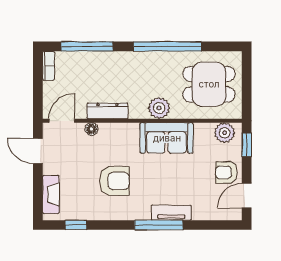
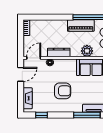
window: (87, 46) -> (48, 17), removed
piano: (148, 62) -> (81, 26), added
door: (38, 151) -> (21, 74), swing flipped

